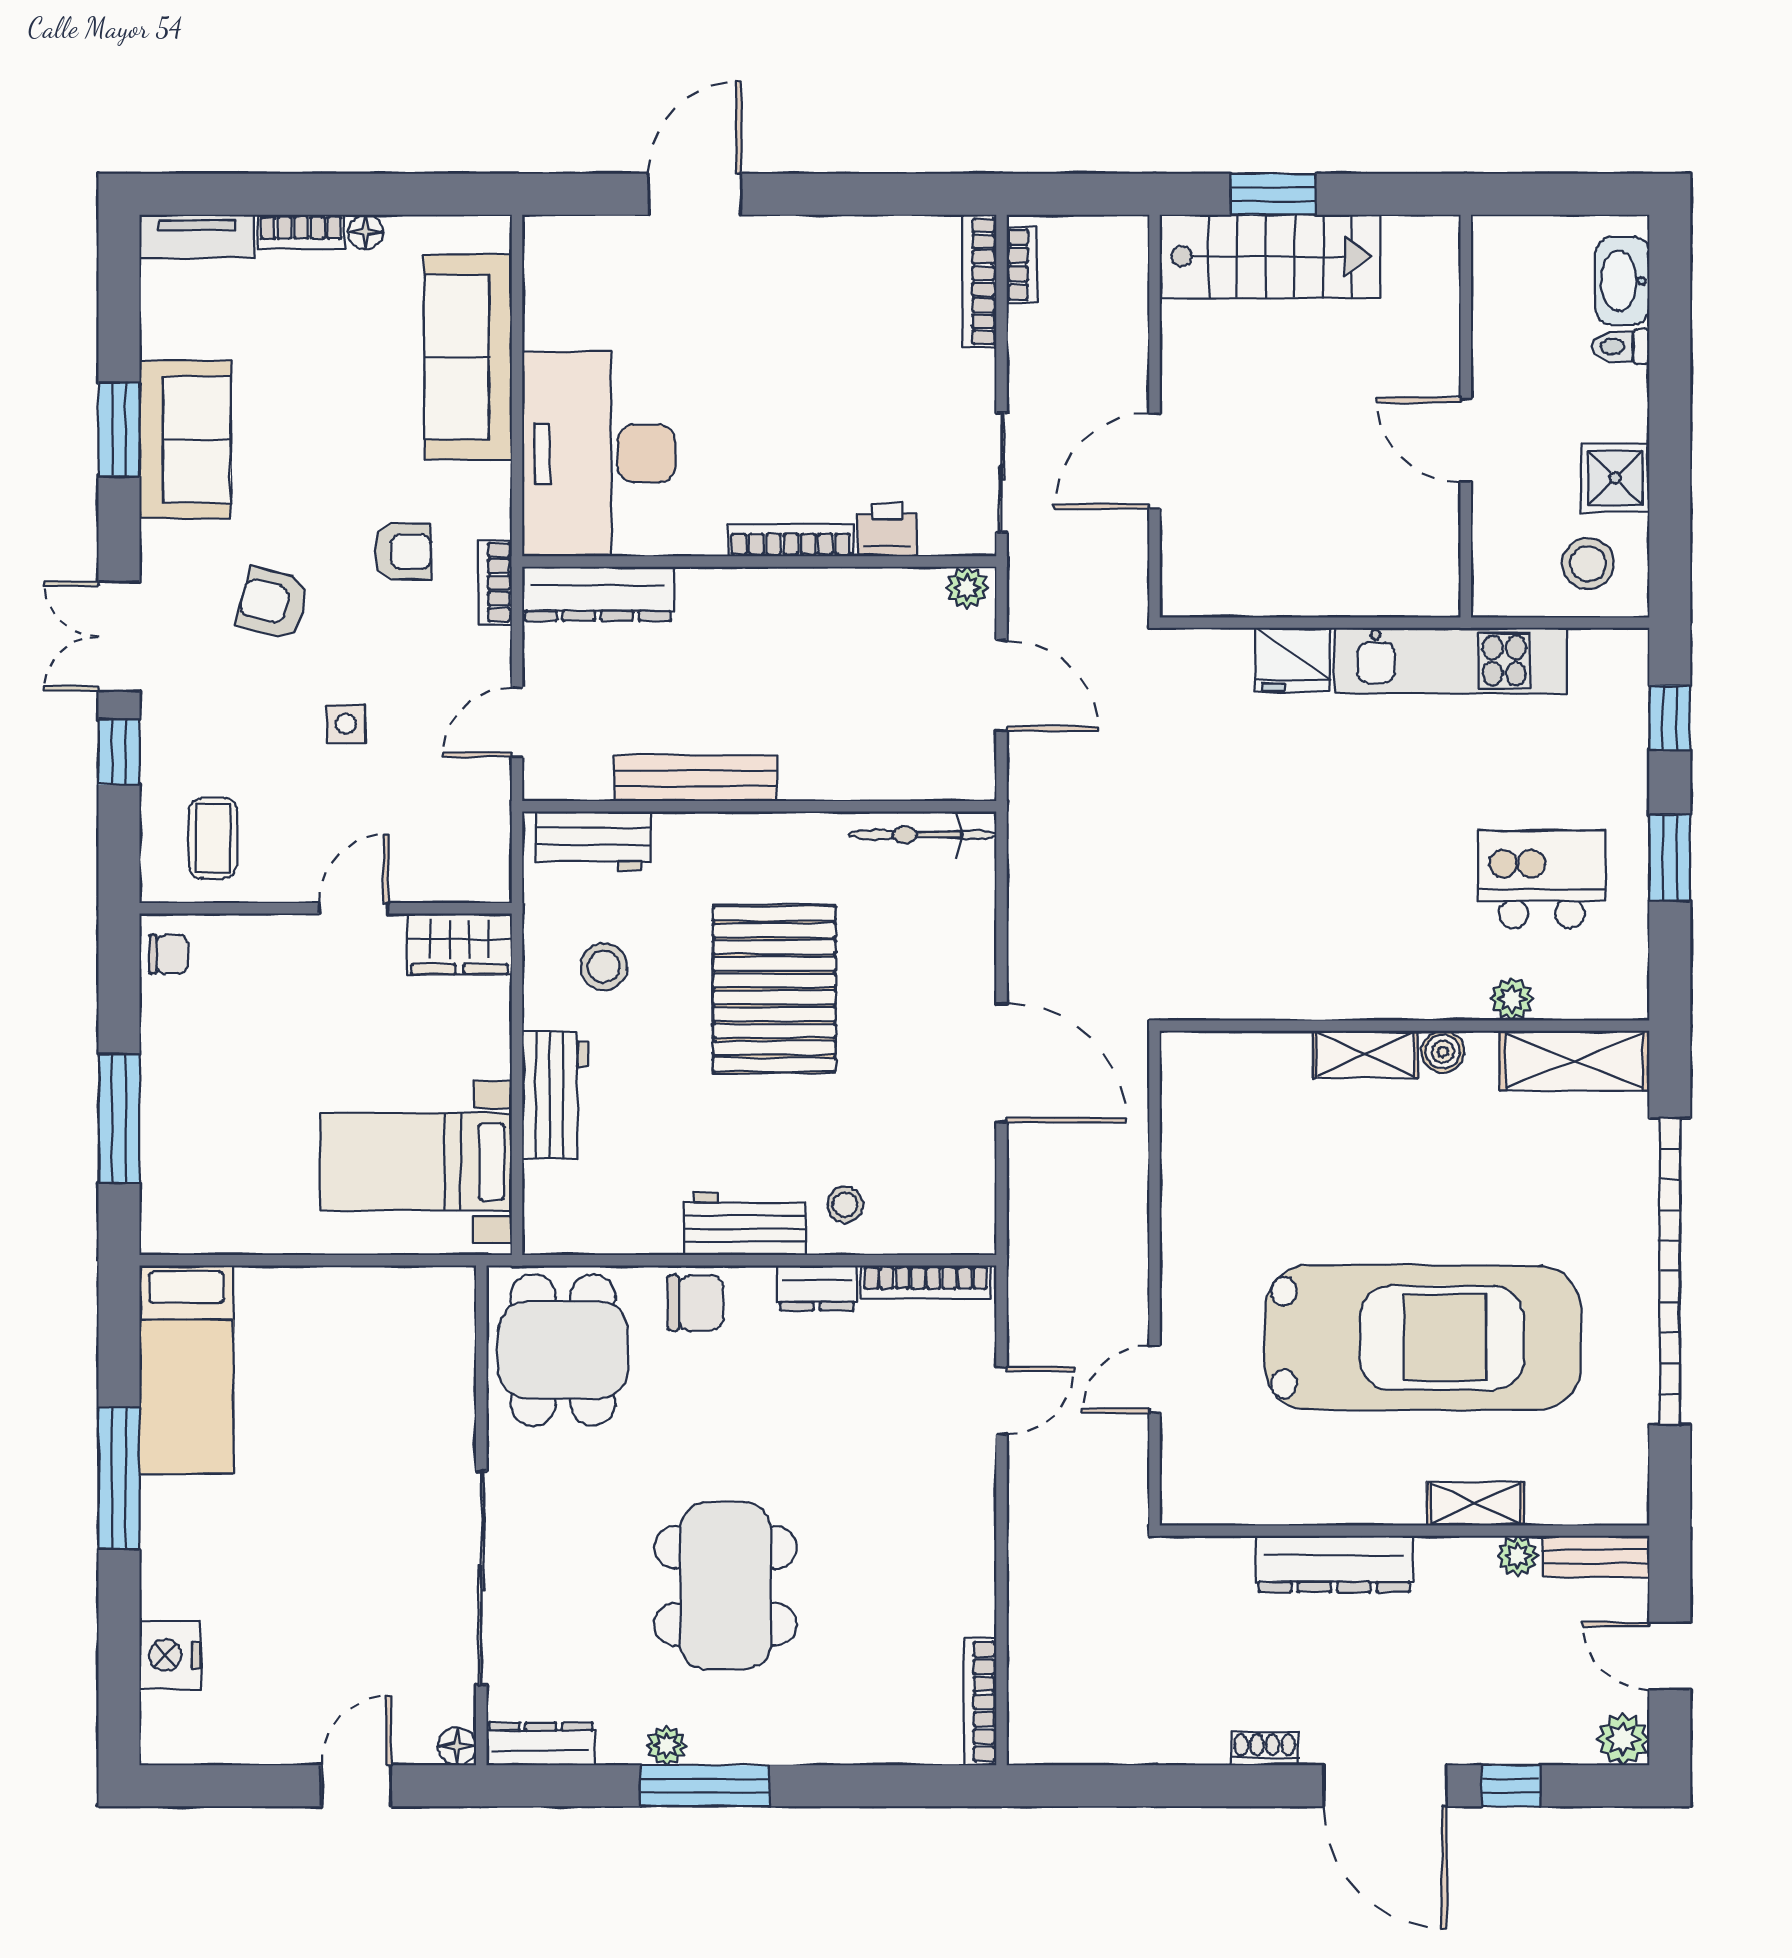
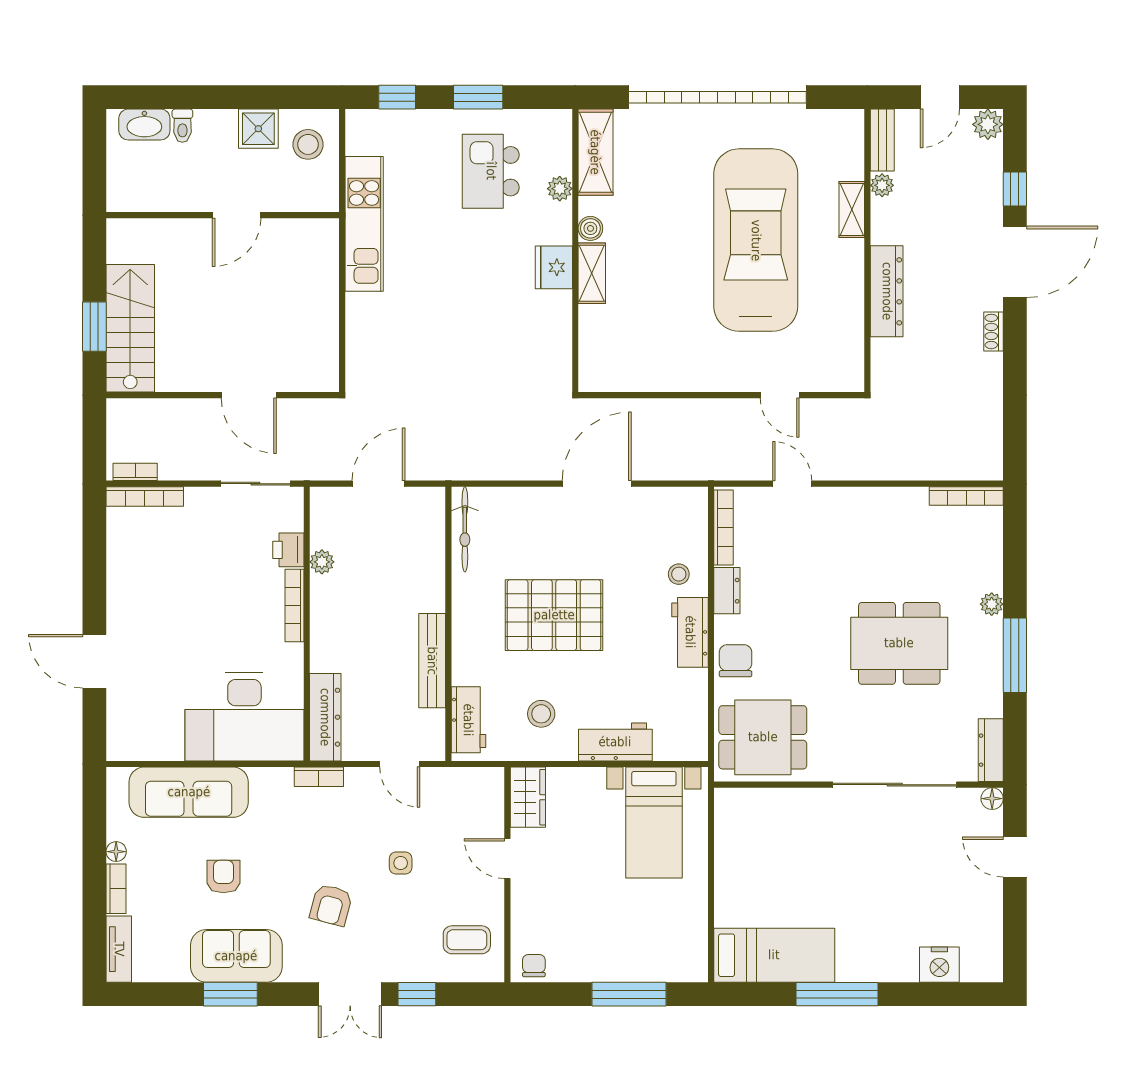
armchair: (403, 551) -> (223, 877), moved
plant: (967, 588) -> (322, 562), moved
fridge: (1293, 660) -> (554, 267), moved, turned 180
plant: (667, 1745) -> (992, 604), moved

